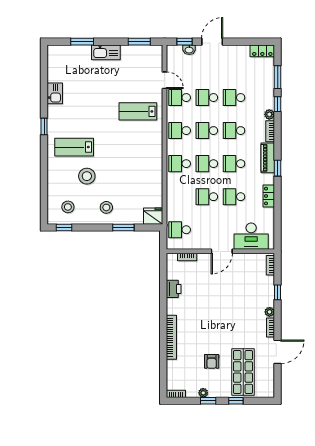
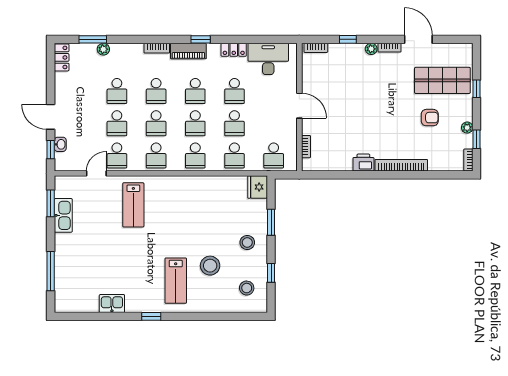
window: (82, 42) -> (51, 271), width x1.44
kitchen sink: (106, 52) -> (63, 215), moved
window: (278, 104) -> (125, 39), removed
plant: (269, 114) -> (103, 49), moved
school desk: (180, 197) -> (234, 156), added
window: (64, 227) -> (271, 273), moved
desk: (251, 236) -> (268, 59), moved, turned -90
printer: (174, 289) -> (363, 163), moved
window: (208, 401) -> (477, 139), moved

